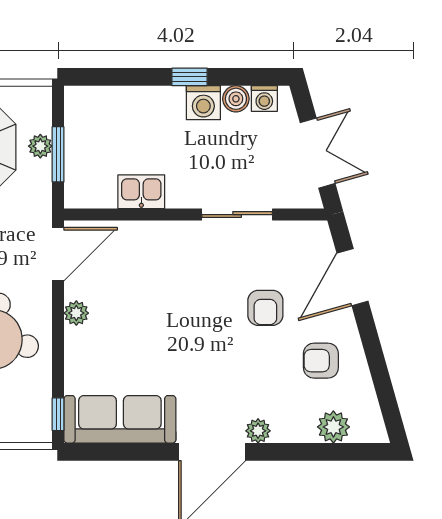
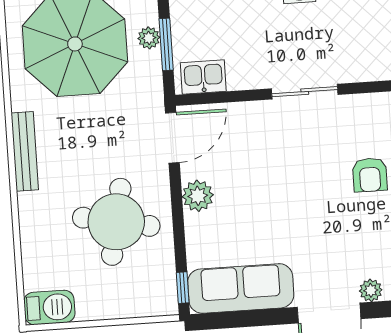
kitchen sink: (141, 192) -> (203, 77), moved
sliding door: (237, 215) -> (305, 92), moved
plant: (76, 313) -> (198, 196), width x1.38, depth x1.38

